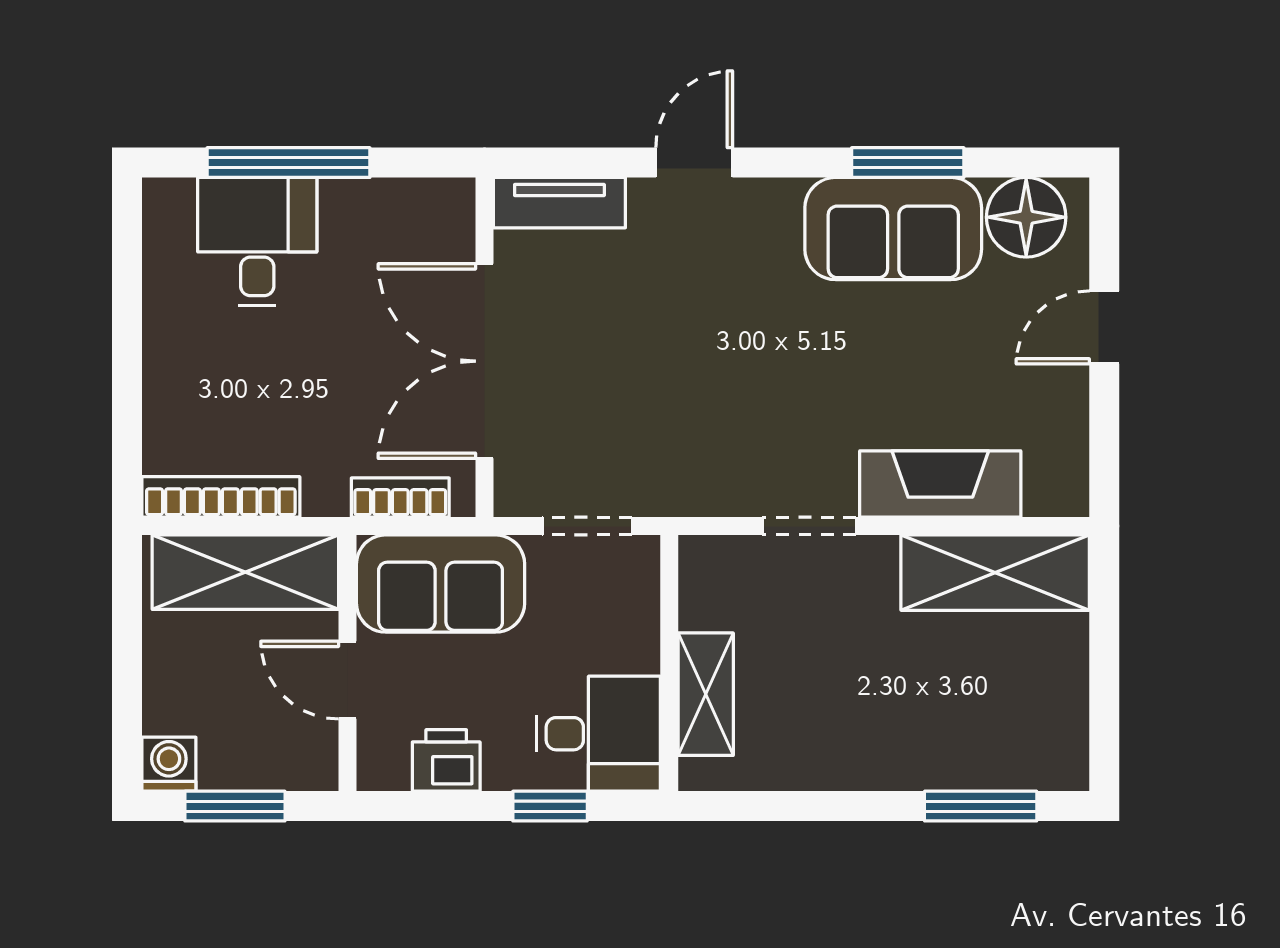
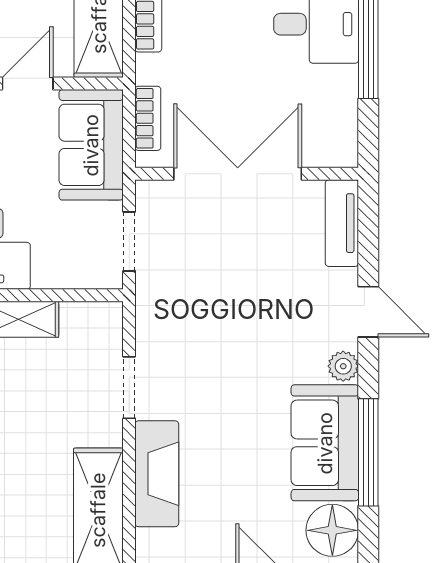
window: (908, 163) -> (368, 452), width x1.44
plant: (777, 201) -> (343, 366), added

